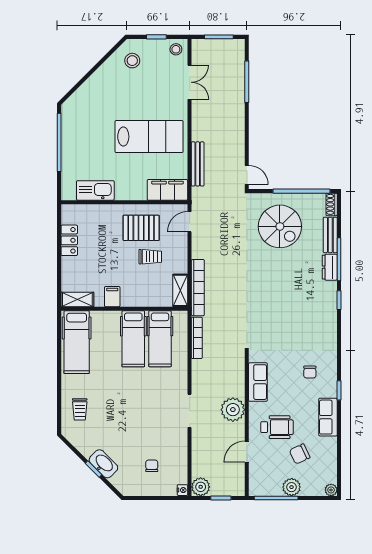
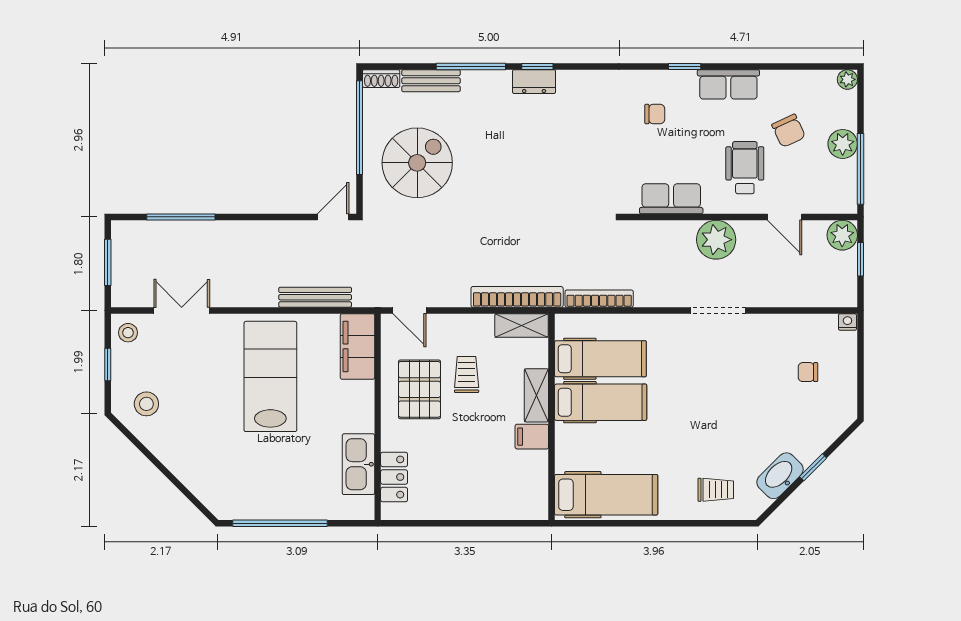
locker: (69, 240) -> (394, 477), moved, turned 90
dresser: (330, 267) -> (534, 82), moved
shelving: (77, 299) -> (536, 395), moved
washbasin: (103, 464) -> (780, 476), moved
plant: (201, 487) -> (842, 235), moved

